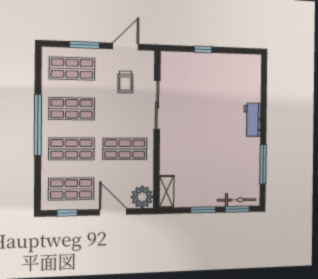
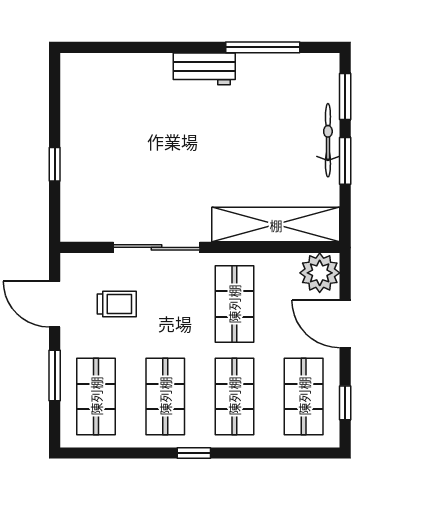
workbench: (252, 120) -> (204, 69), moved
window: (38, 125) -> (194, 453), width x0.32
shelving: (166, 191) -> (276, 225), width x2.20, depth x1.33
bicycle: (237, 200) -> (328, 140), moved
door: (113, 212) -> (345, 324), hinge flipped

